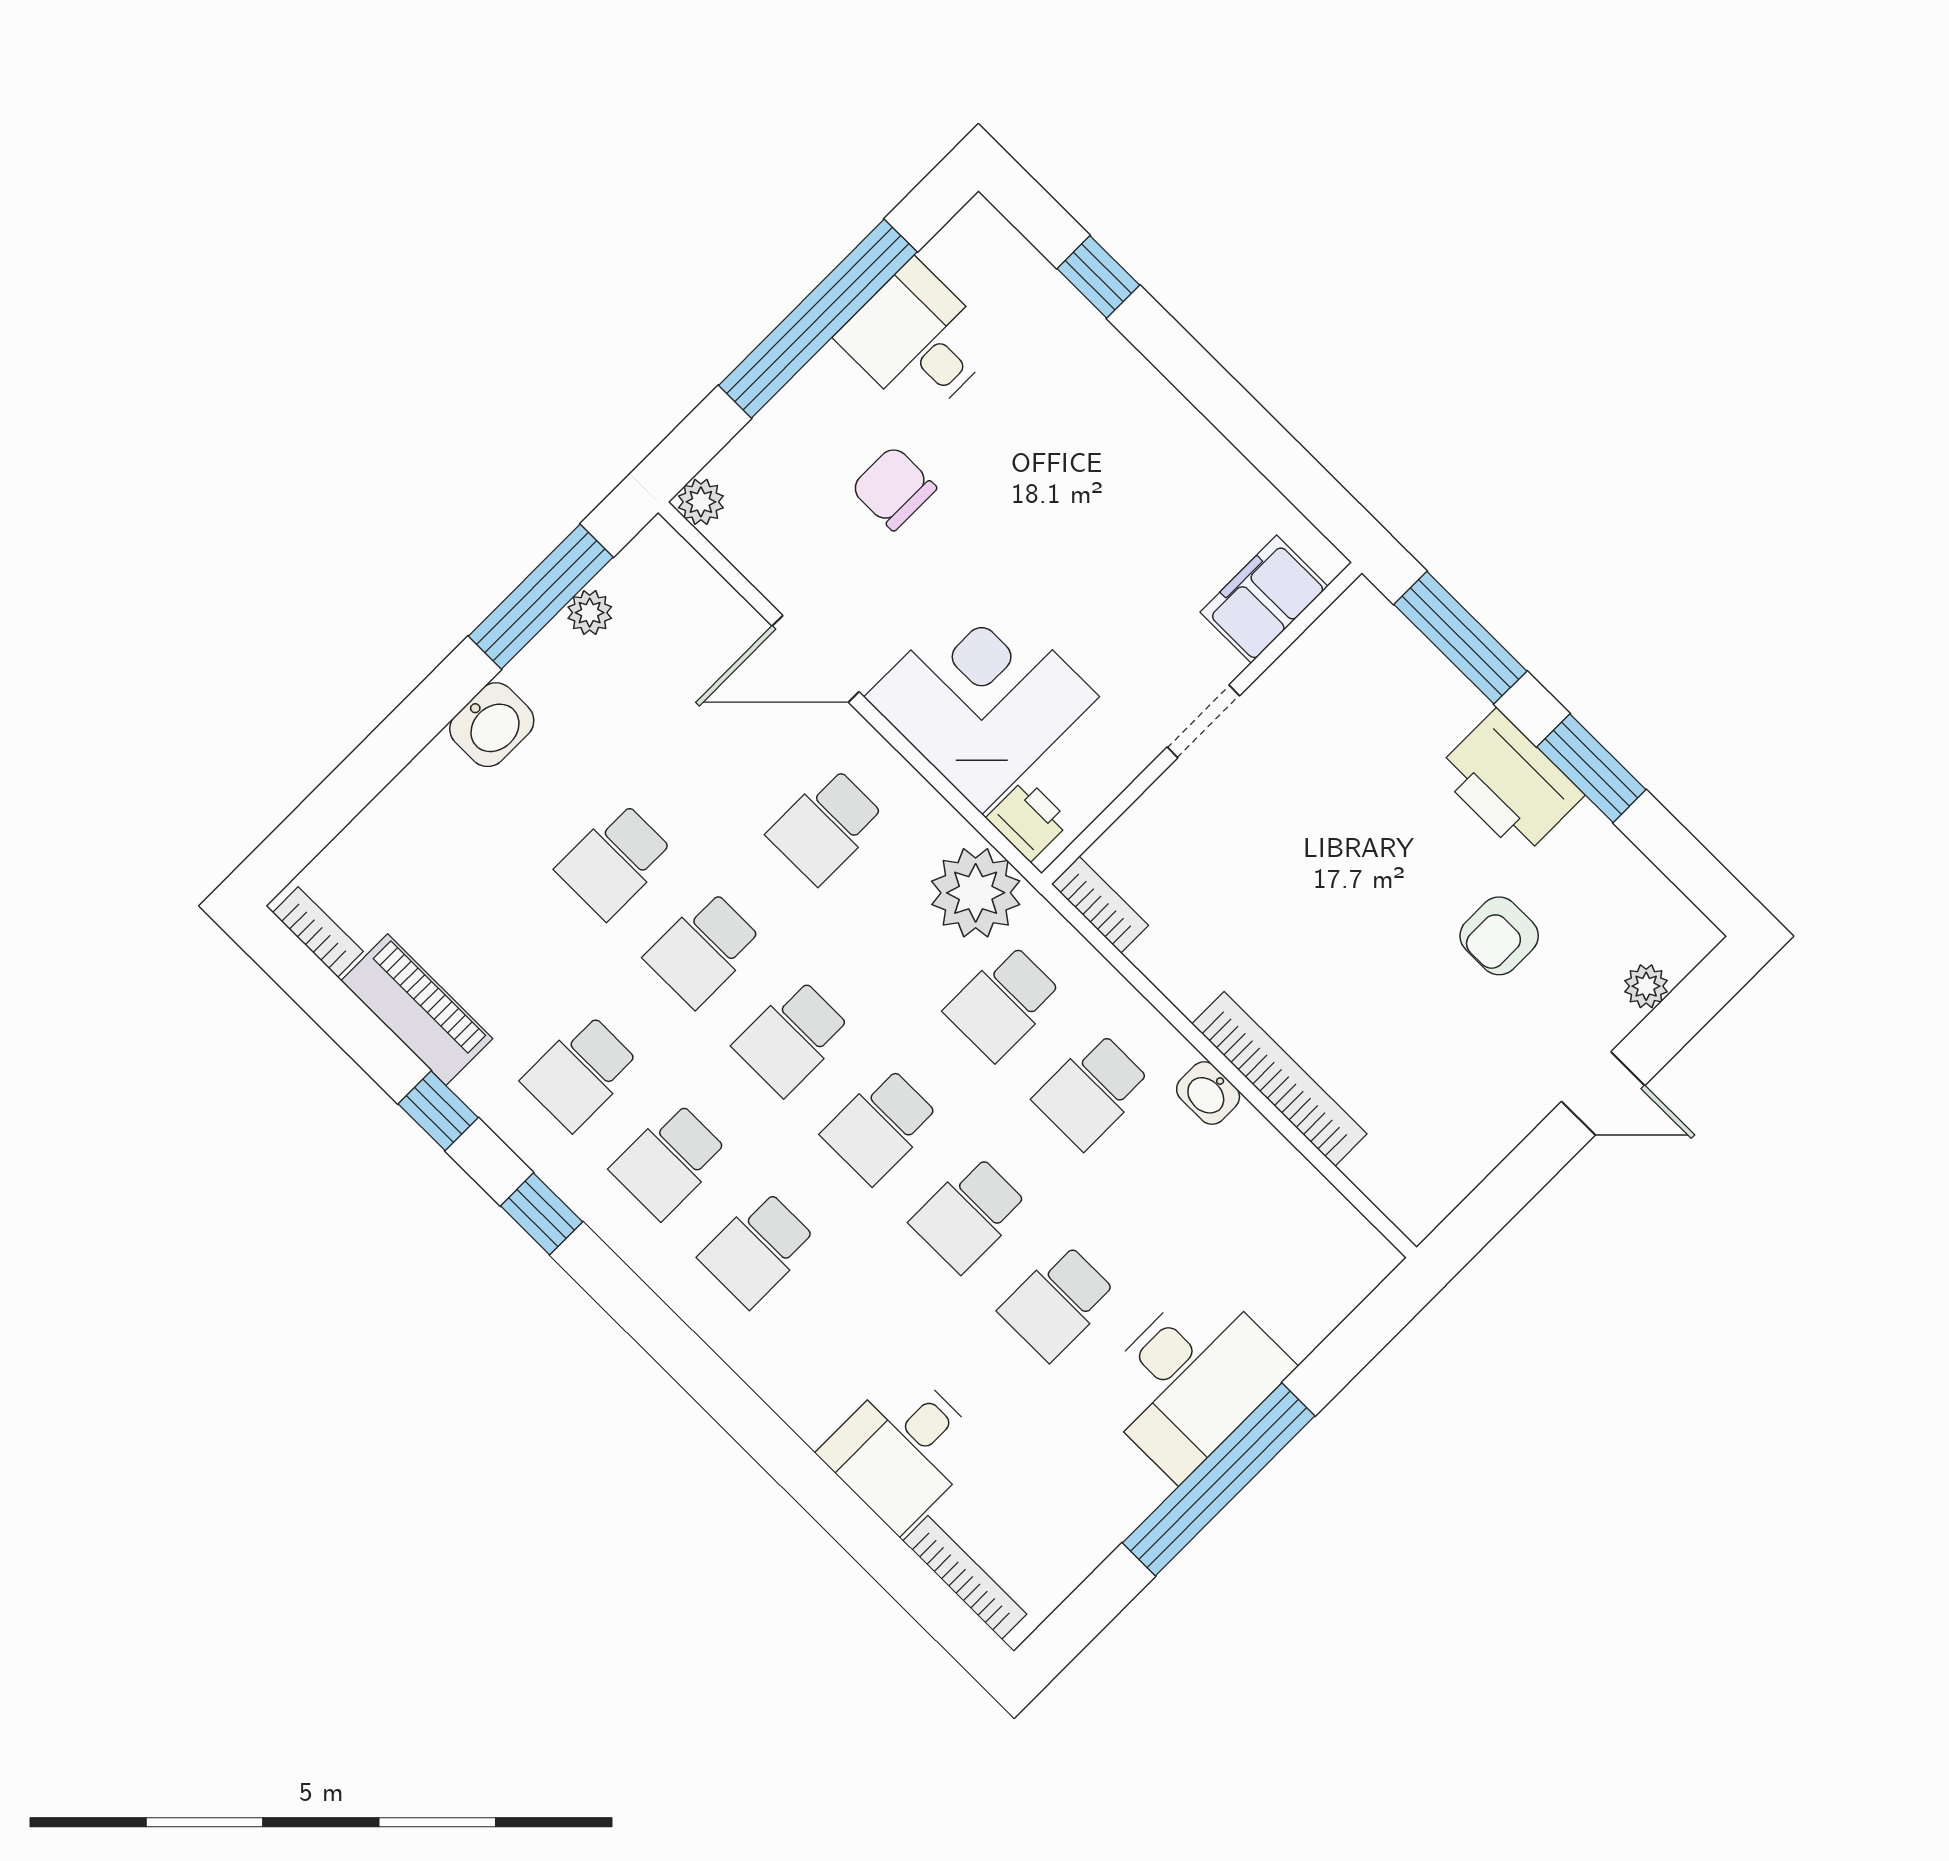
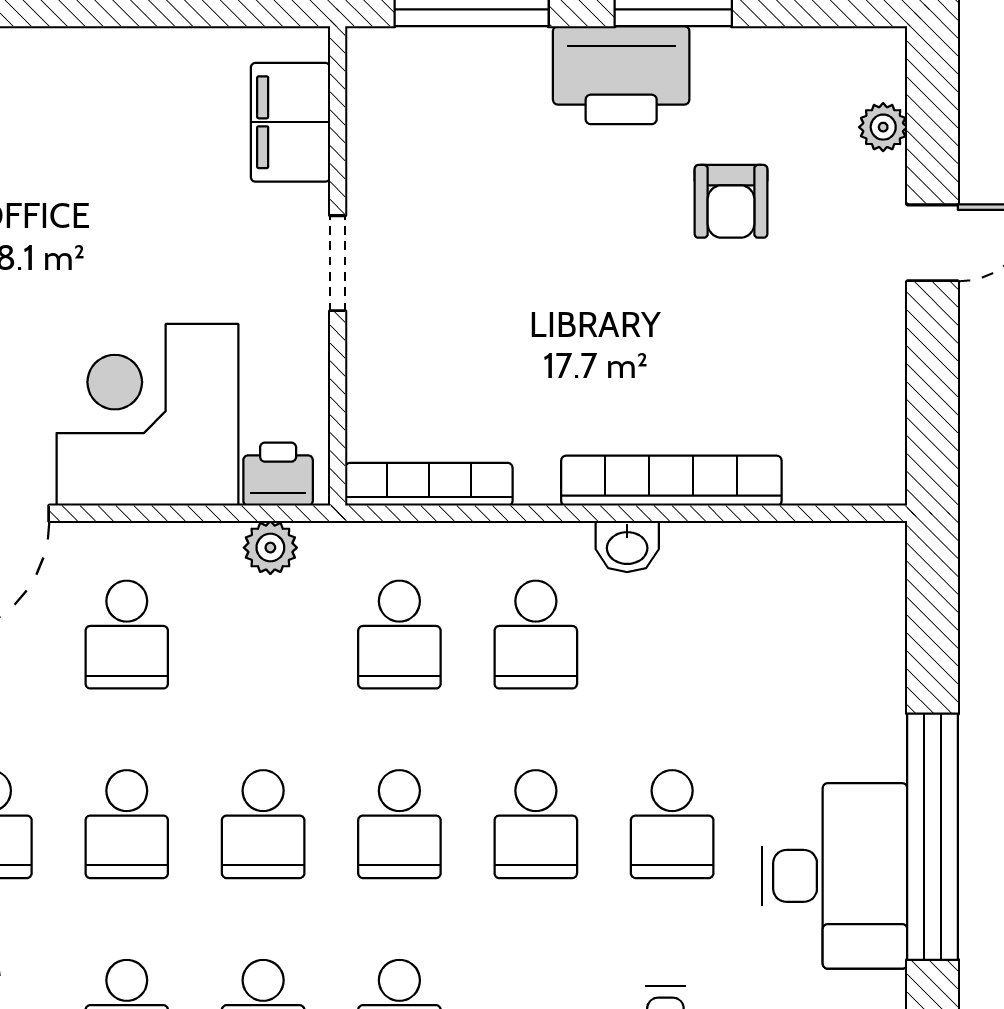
plant: (976, 893) -> (270, 548), width x0.53, depth x0.53
bookcase: (1100, 905) -> (429, 484), width x1.56
desk: (1191, 1379) -> (834, 876), moved

